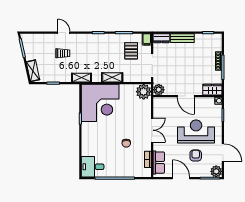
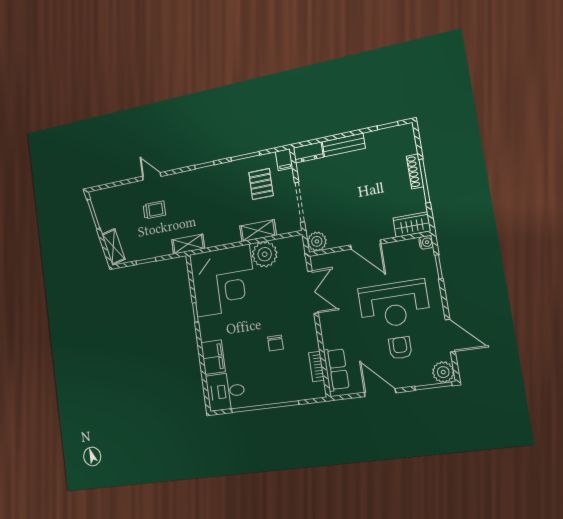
shelving: (112, 77) -> (258, 231), moved
plant: (144, 92) -> (265, 254), moved
double door: (152, 130) -> (313, 292), moved
reception desk: (196, 132) -> (394, 304), turned 180
filing cabinet: (88, 146) -> (213, 357), added

